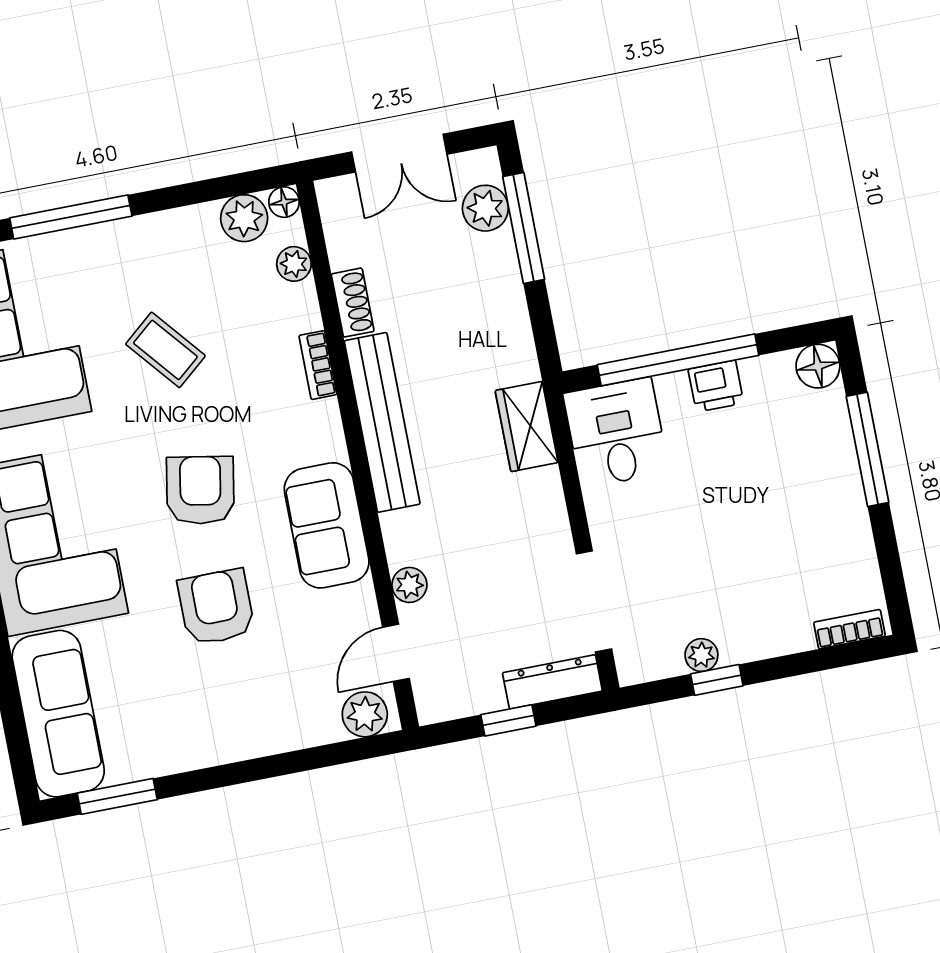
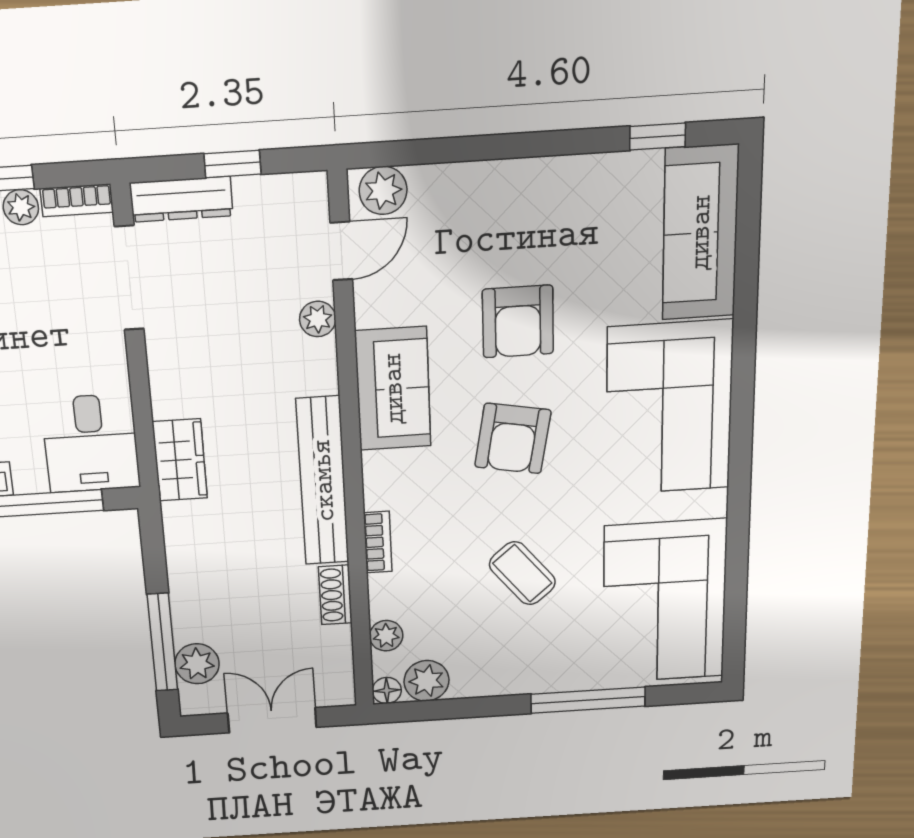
bookcase: (650, 668) -> (77, 200), added
window: (117, 796) -> (658, 137), width x0.67

